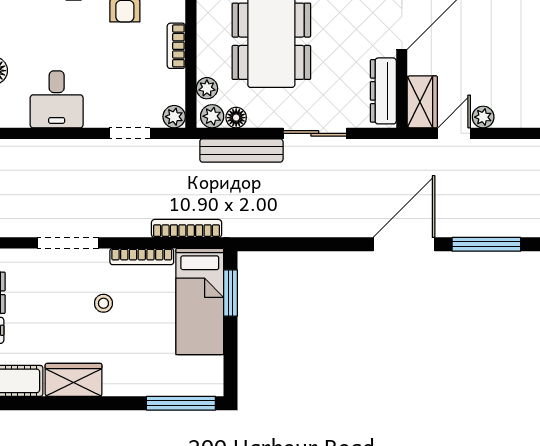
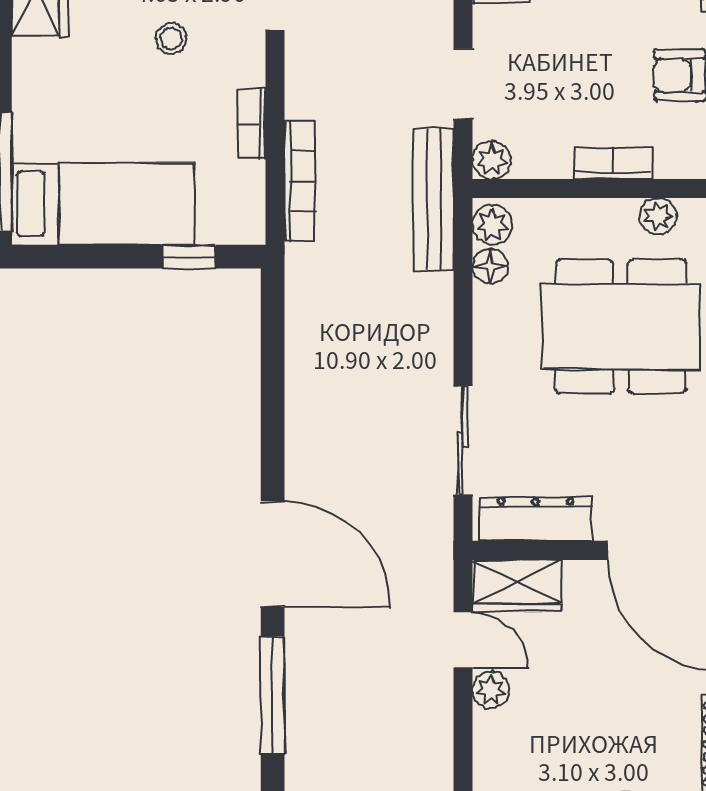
plant: (207, 88) -> (658, 216), moved
sliding door: (315, 133) -> (463, 440), moved
bench: (241, 150) -> (434, 199), moved
bookcase: (142, 257) -> (251, 124), width x0.64
window: (231, 293) -> (189, 257), width x0.67
bed: (200, 302) -> (103, 204), moved, turned 180

